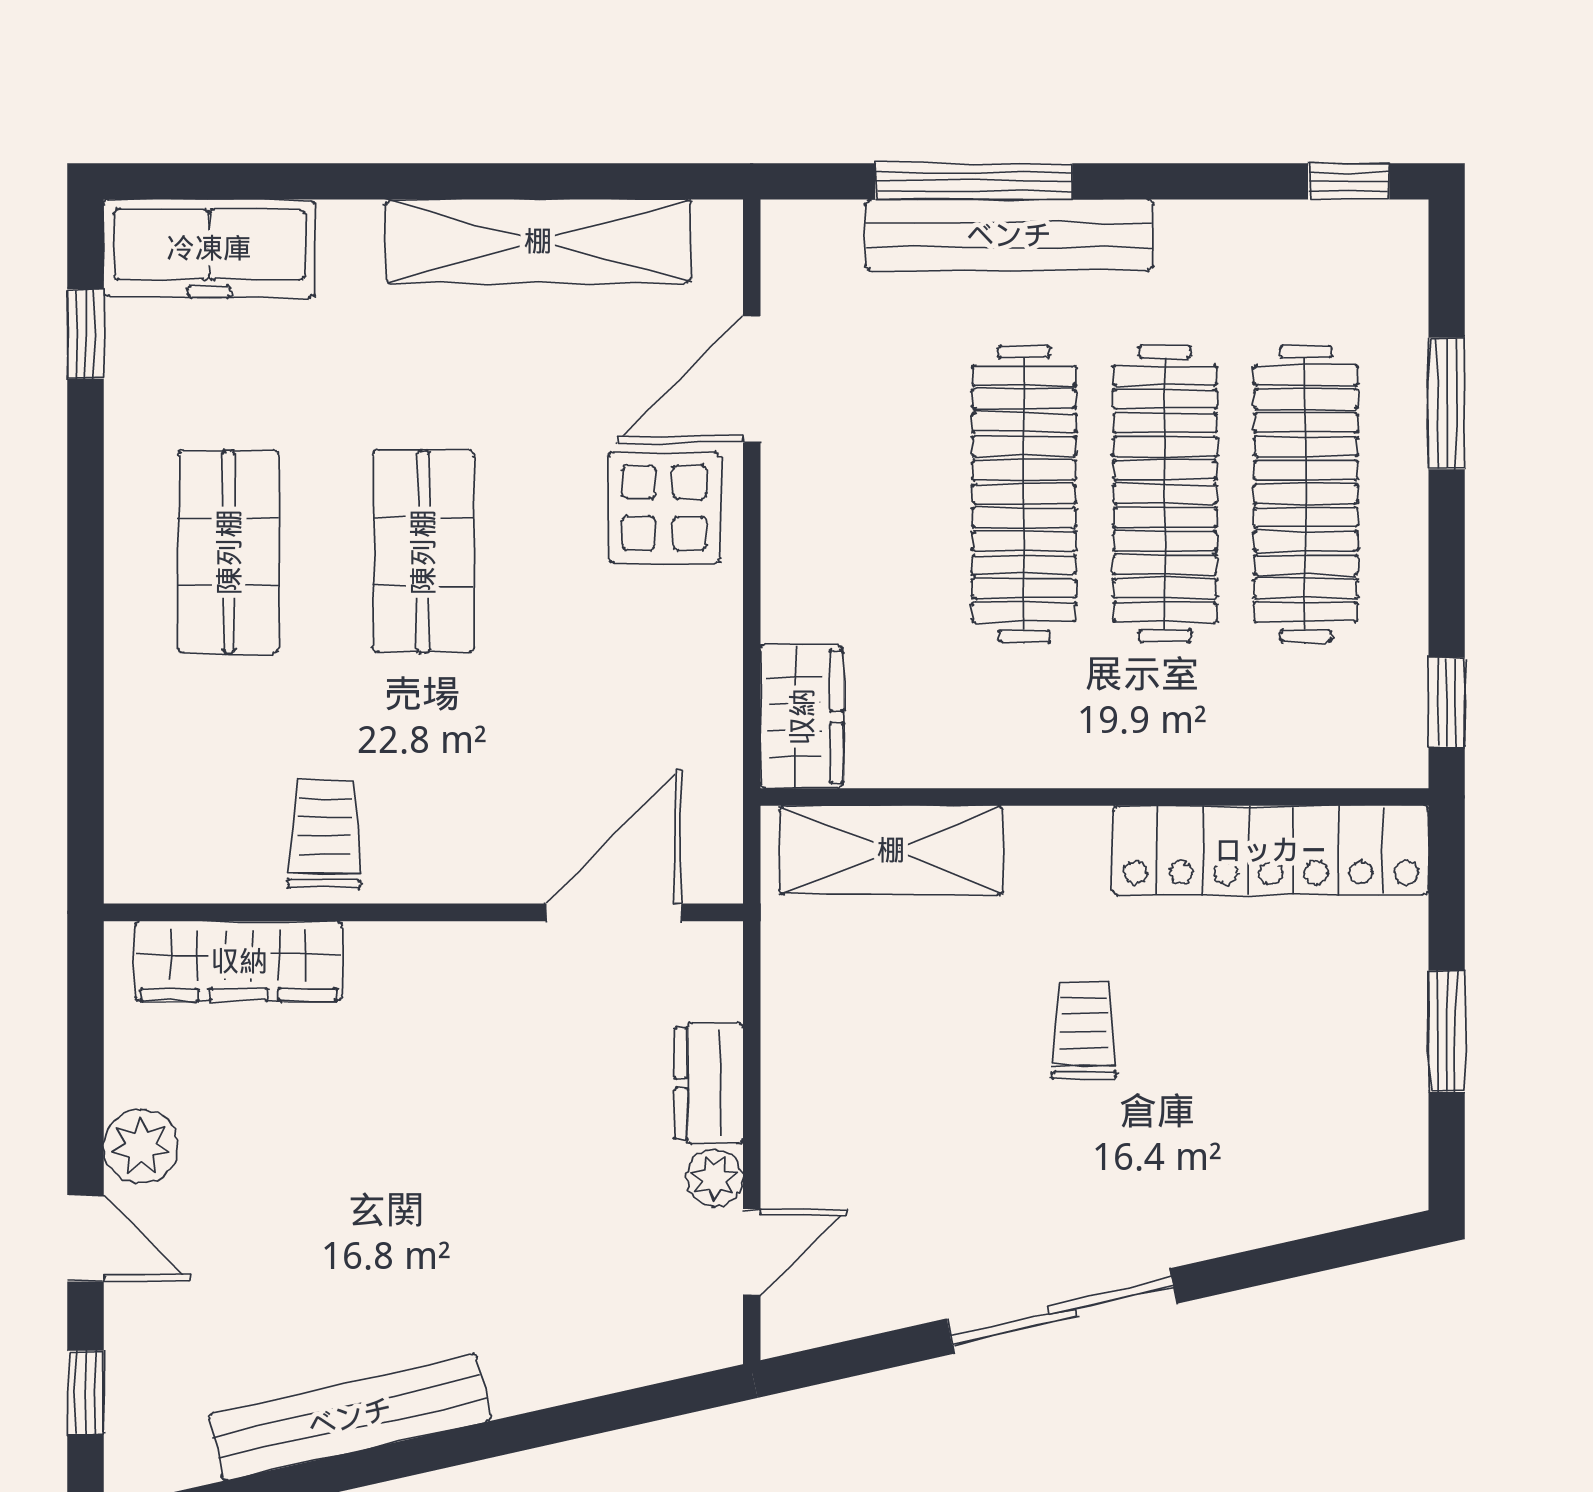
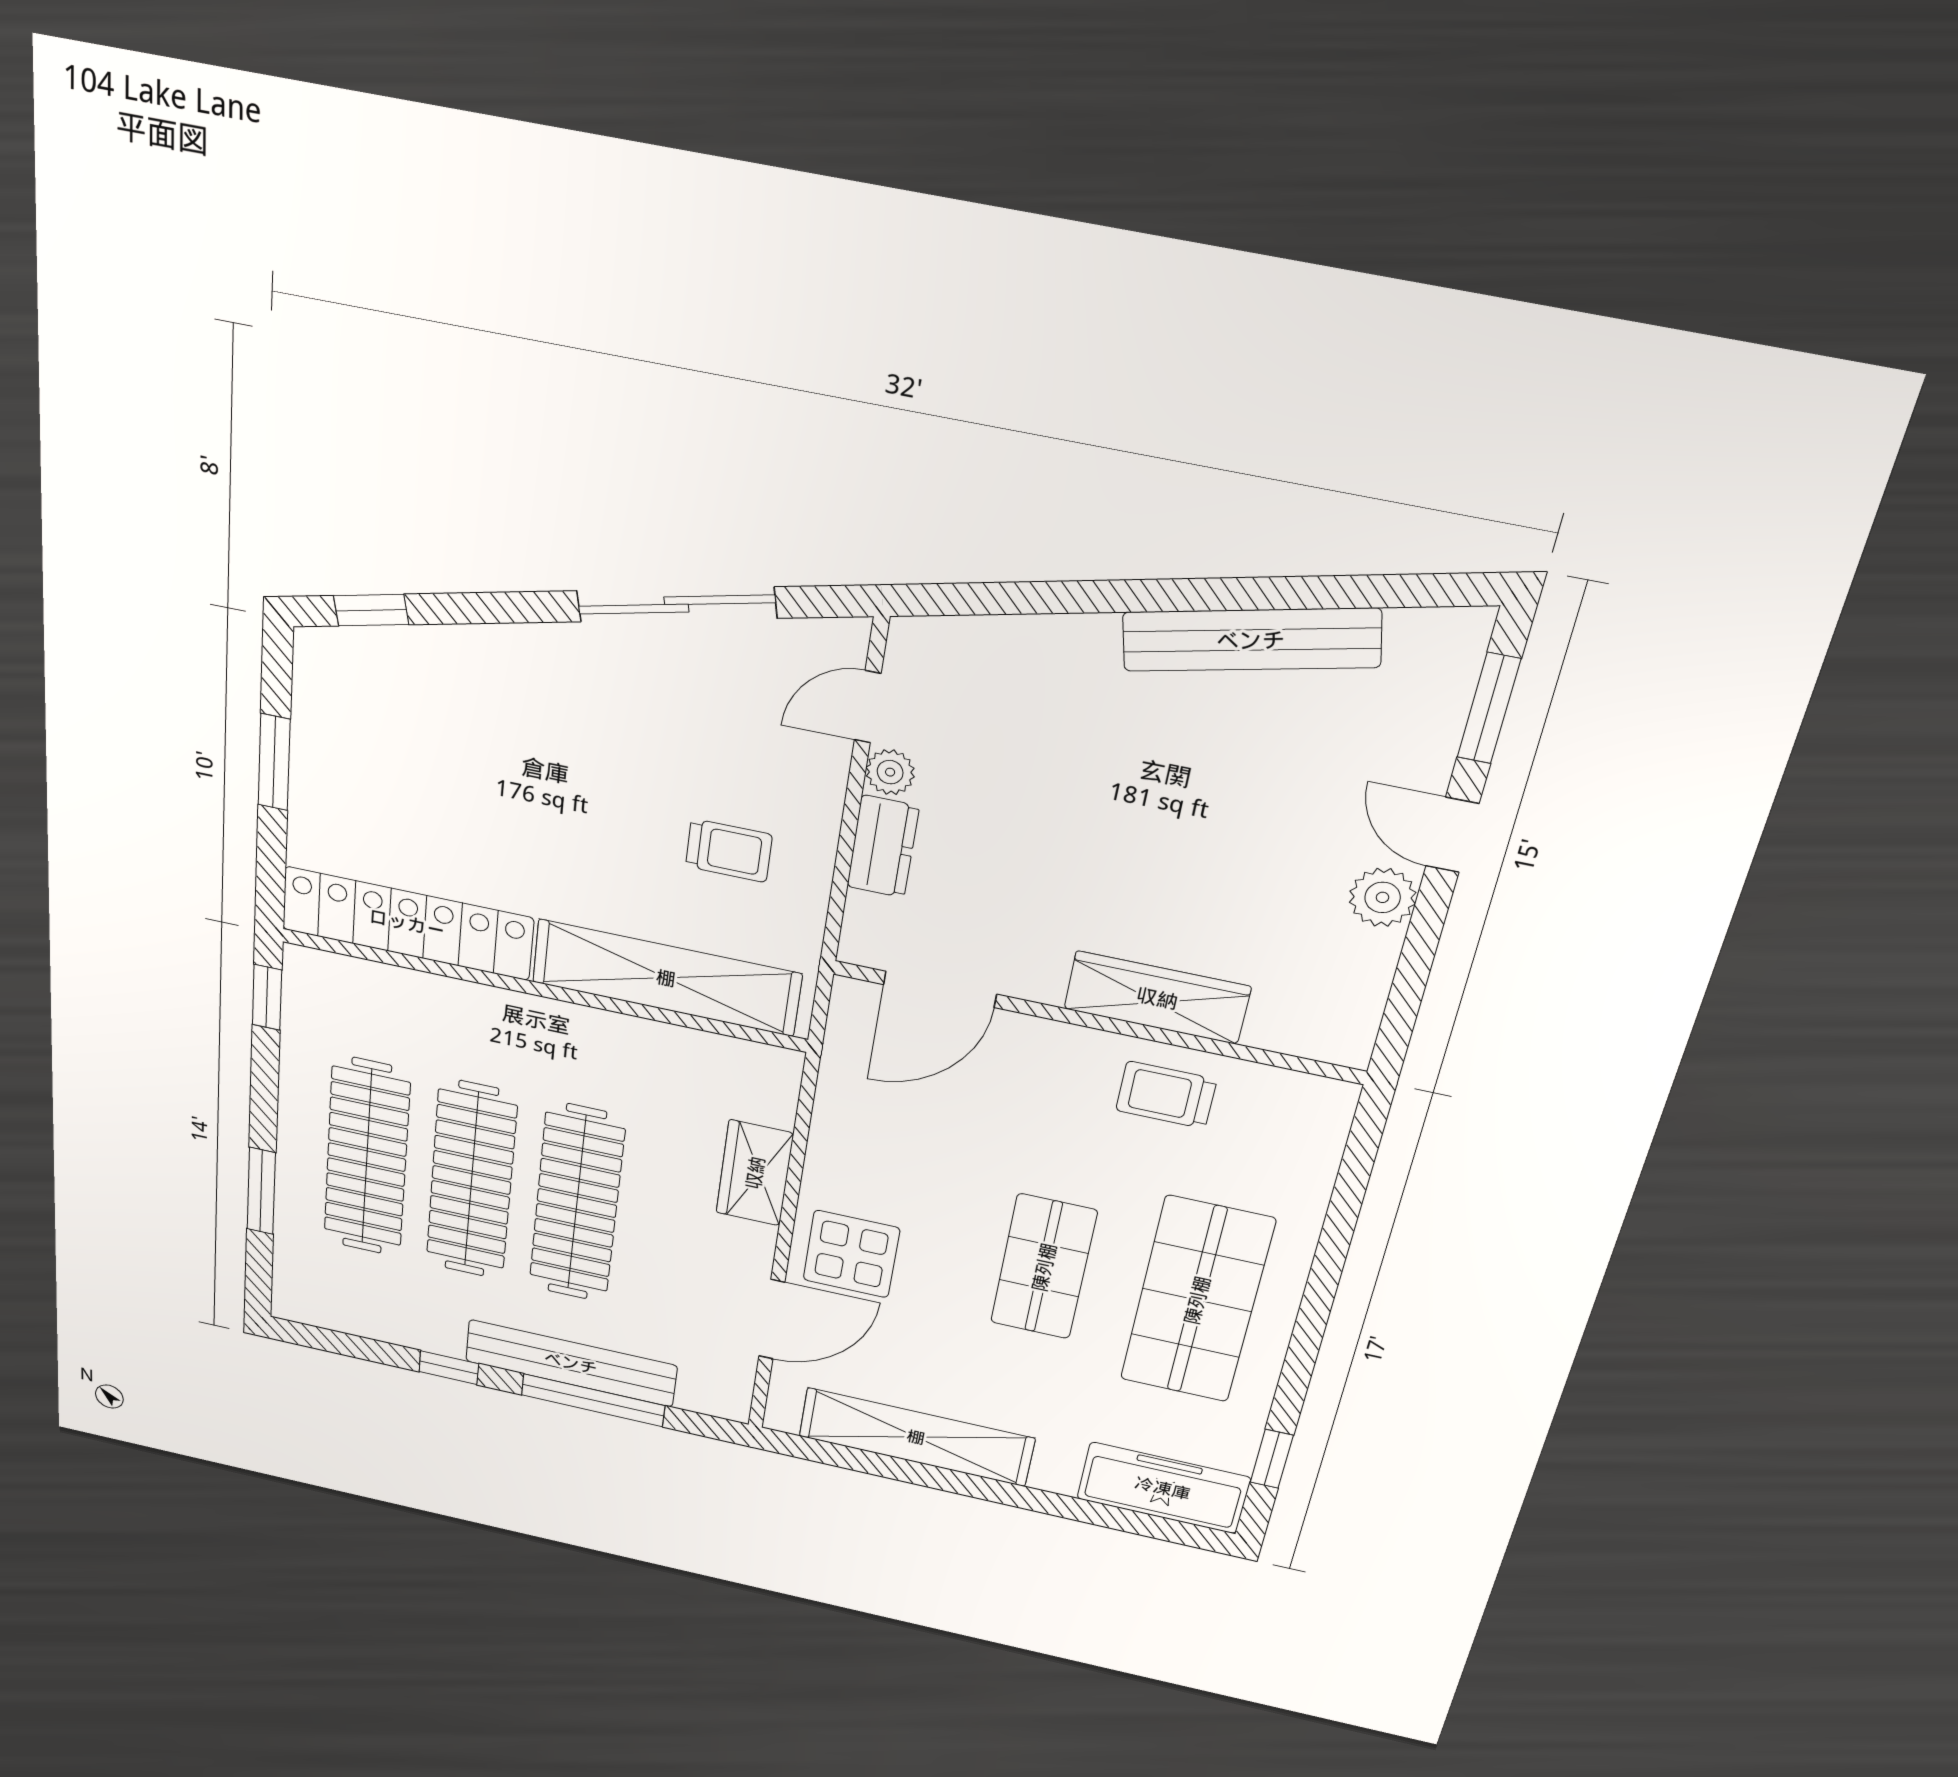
window: (1349, 181) -> (449, 1368), moved
shop shelf: (229, 552) -> (1197, 1300), width x1.43, depth x1.36
wardrobe: (802, 717) -> (755, 1173), moved
trolley: (325, 834) -> (1166, 1095), turned 89
shelving: (891, 850) -> (666, 978), width x1.47
wardrobe: (239, 961) -> (1157, 998), moved
trolley: (1084, 1030) -> (729, 851), moved, turned -90
window: (1336, 1249) -> (371, 610), added
sliding door: (1062, 1311) -> (676, 604), moved
window: (86, 1392) -> (1489, 708), width x1.50

